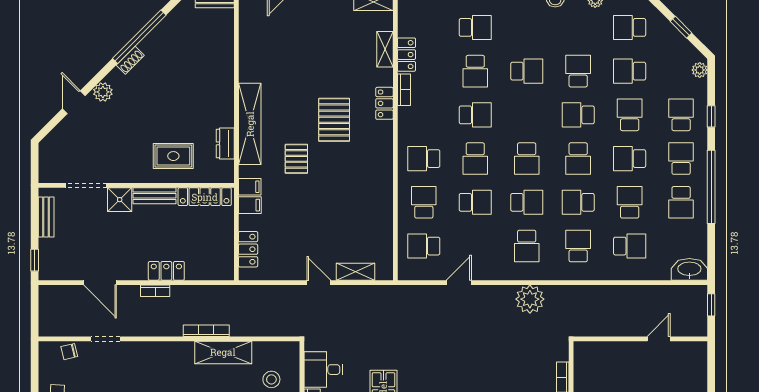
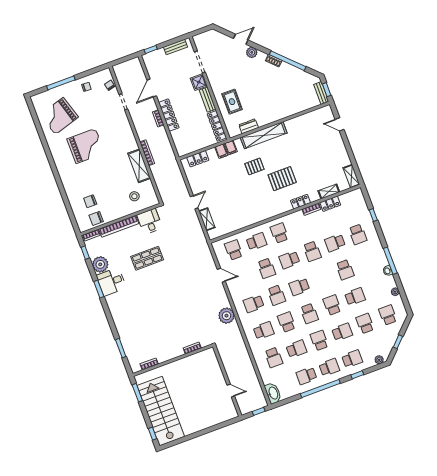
school desk: (578, 159) -> (309, 314), turned -90
locker: (166, 271) -> (169, 115), width x1.53

